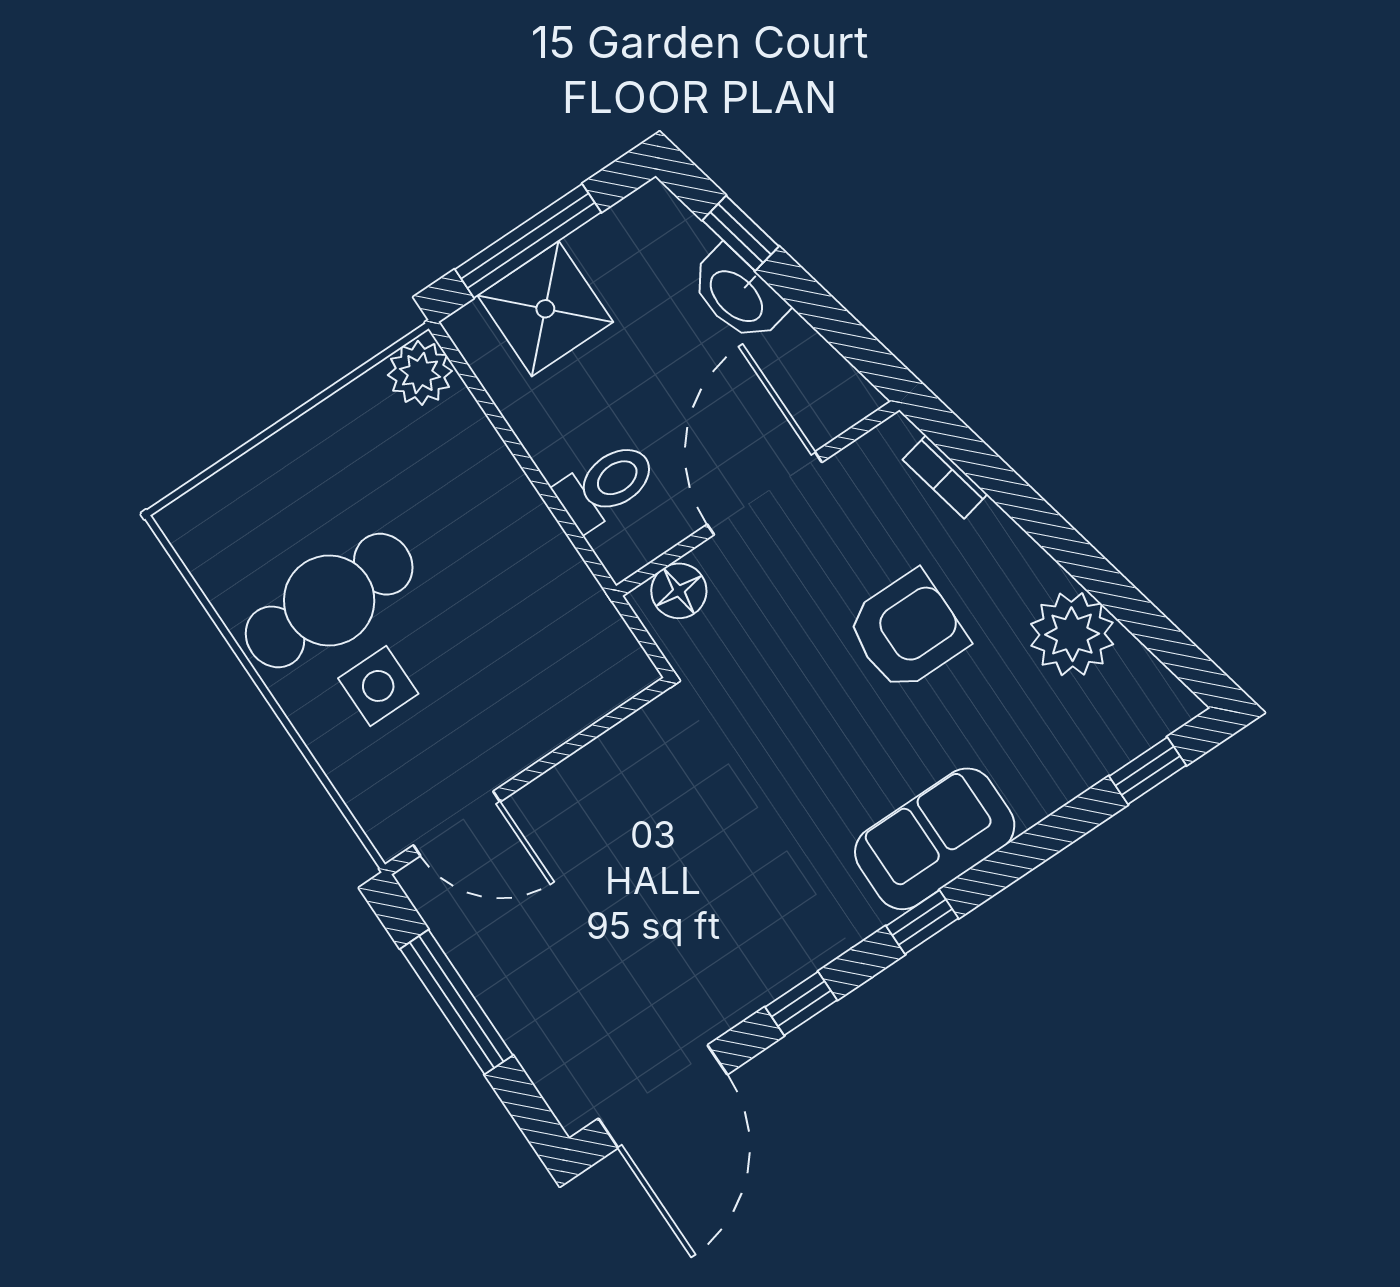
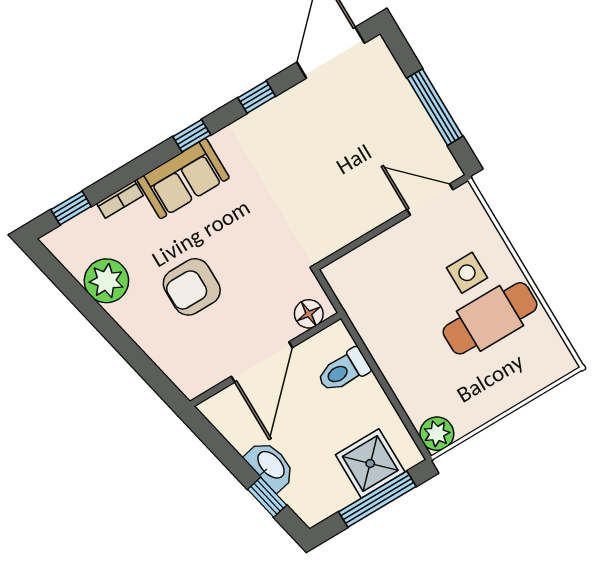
bookcase: (945, 477) -> (120, 199), moved, turned 102

